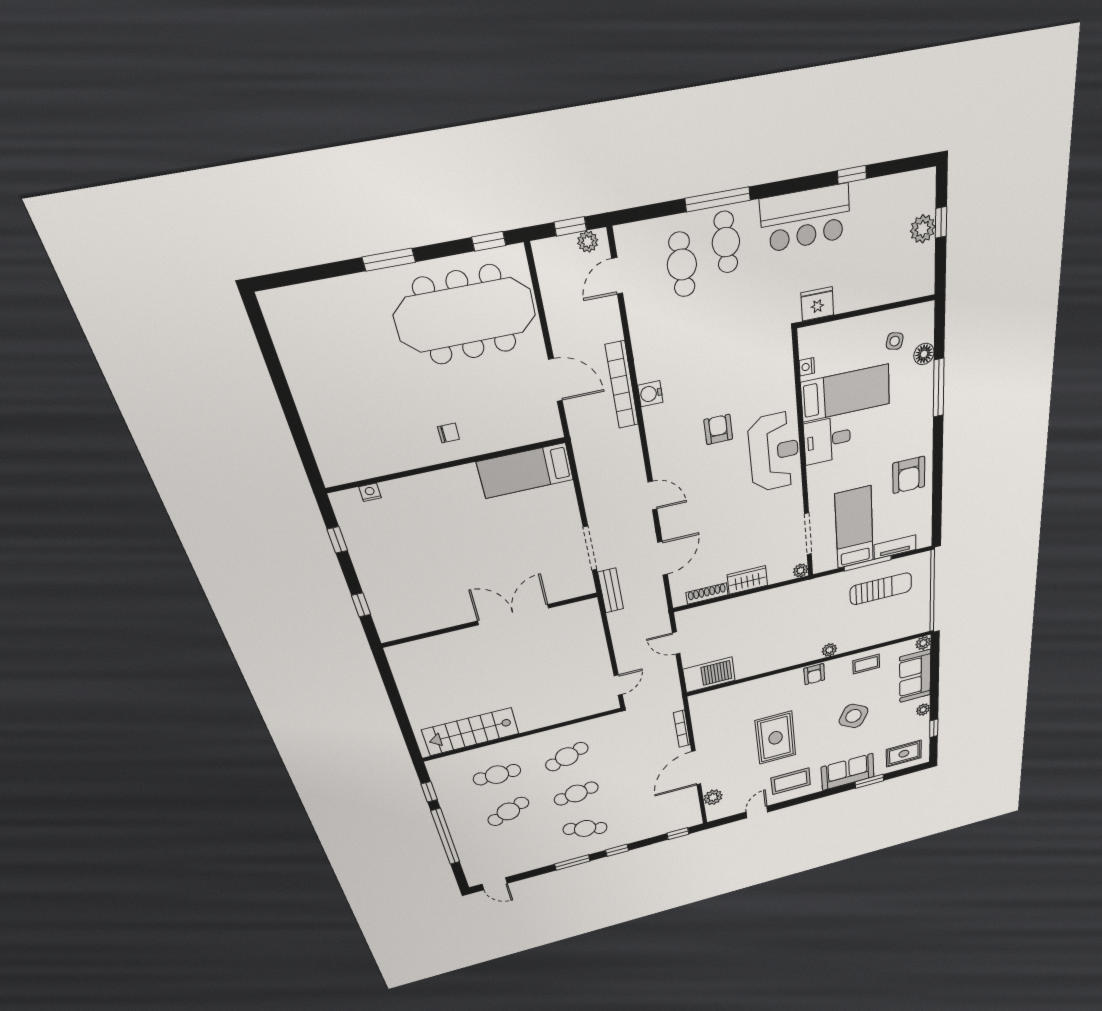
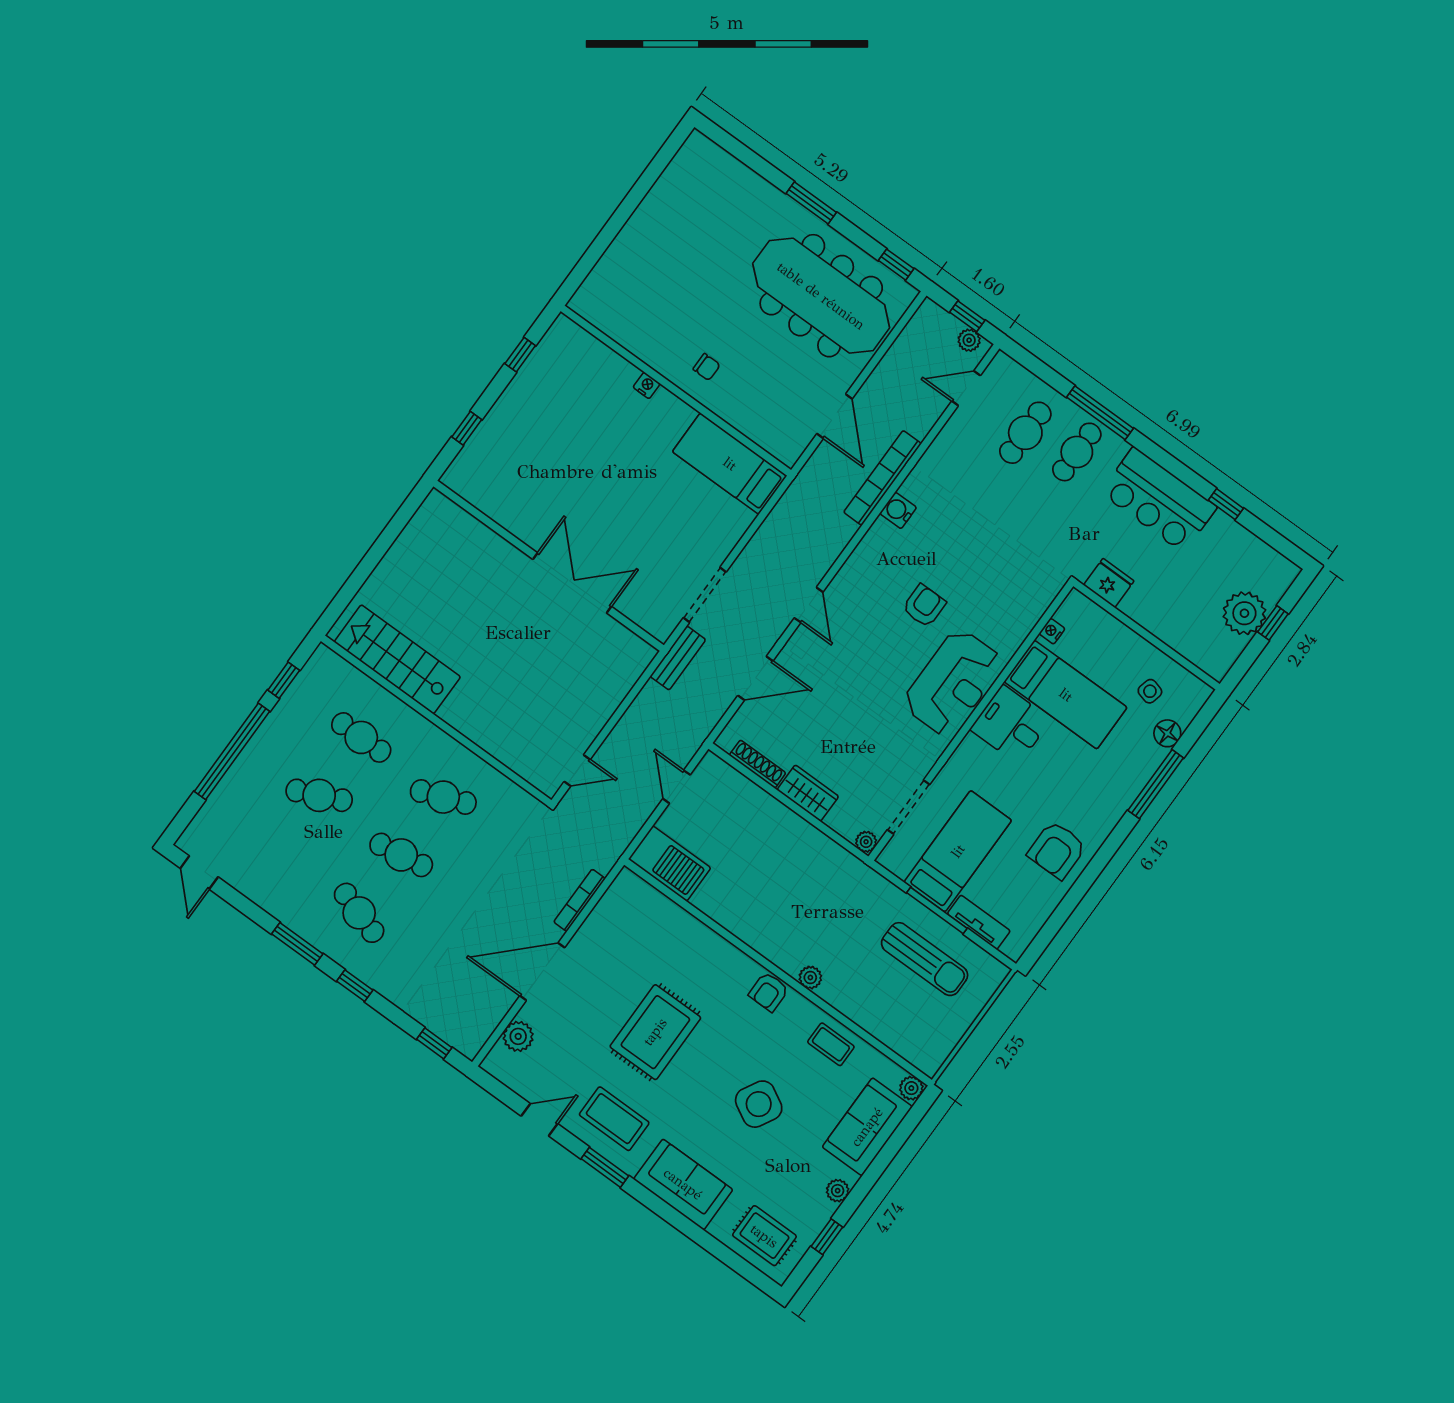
plant: (923, 229) -> (1244, 613), width x1.36, depth x1.36
nightstand: (370, 492) -> (647, 385), moved
window: (869, 781) -> (605, 1167), moved

